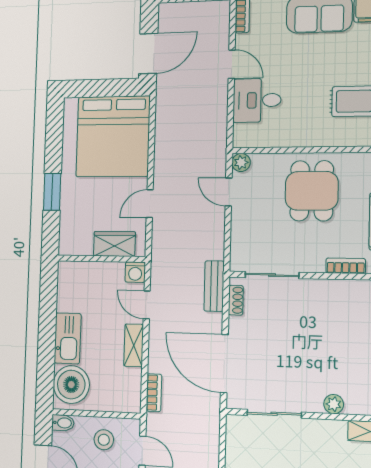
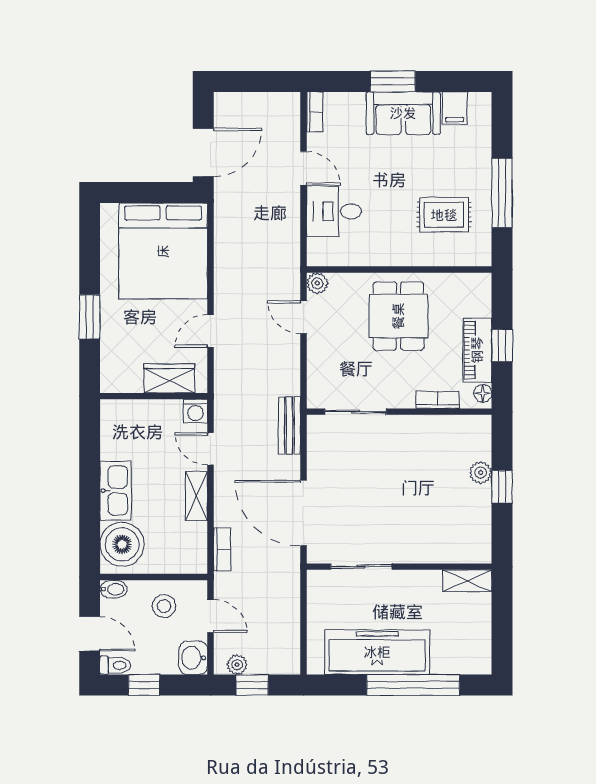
shoe rack: (236, 300) -> (315, 441), removed
plant: (334, 404) -> (427, 553), removed

